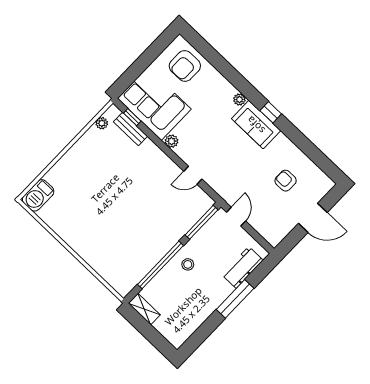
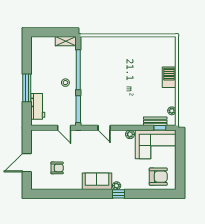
armchair: (185, 66) -> (158, 177), turned 90
window: (271, 112) -> (118, 194), moved
door: (193, 175) -> (104, 128), swing flipped
barbecue: (38, 195) -> (169, 77), moved

